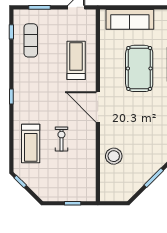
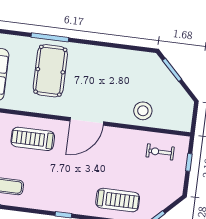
pool table: (139, 68) -> (50, 71), turned 90
exercise bike: (61, 139) -> (160, 152), moved

